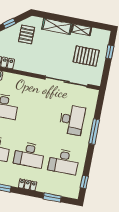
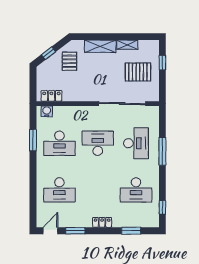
desk: (29, 155) -> (98, 143), moved, turned 180

